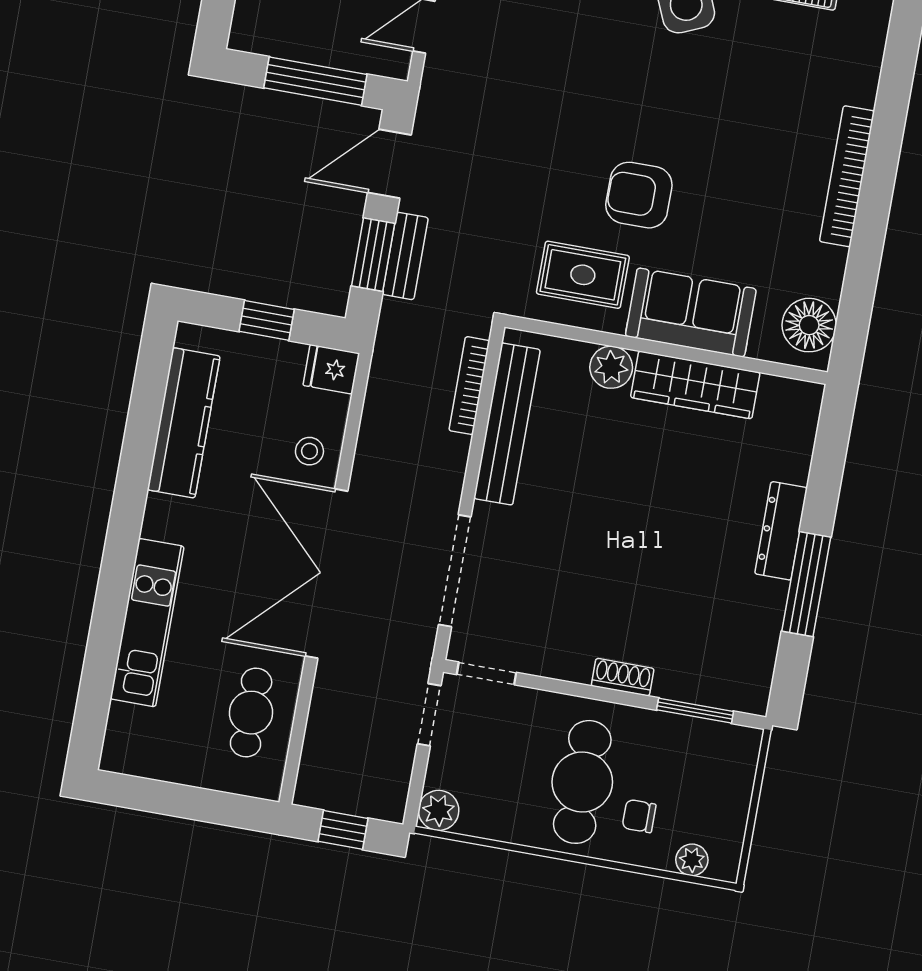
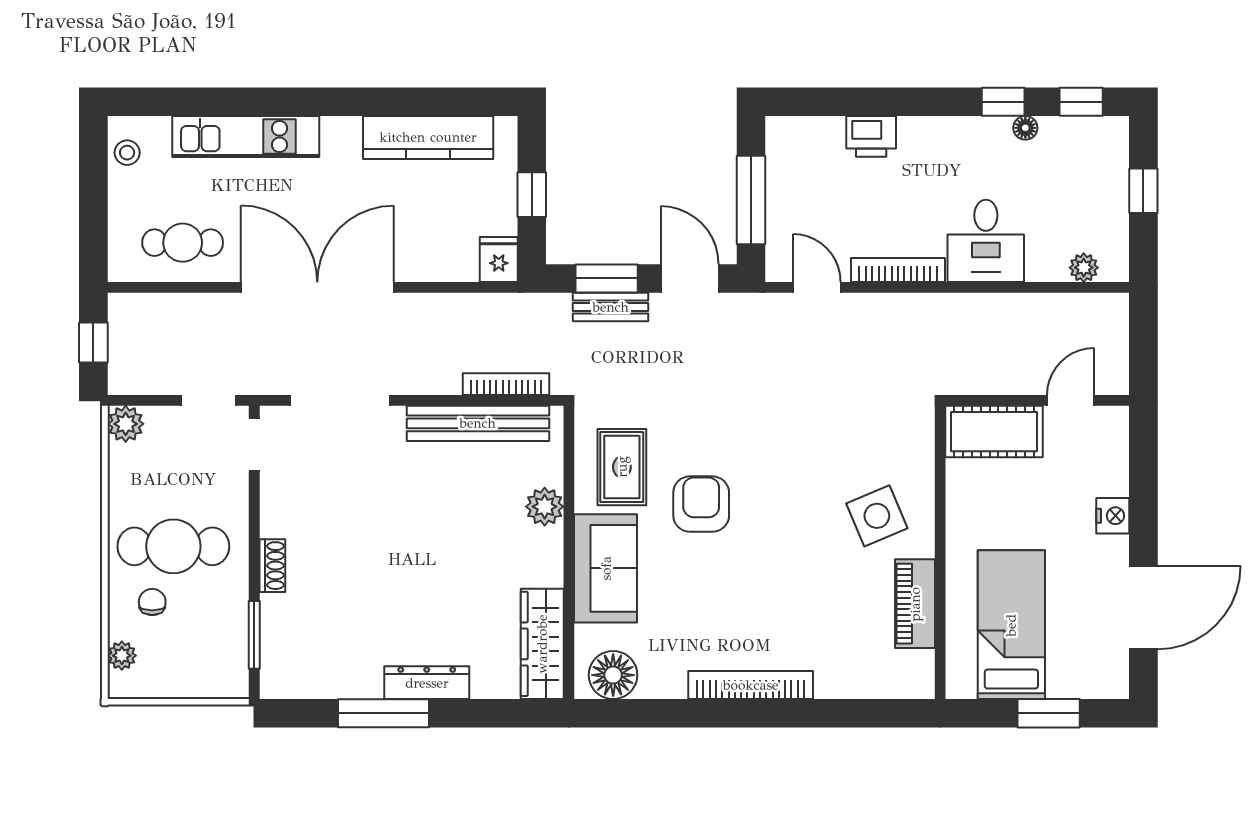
wardrobe: (695, 385) -> (542, 644), moved
stool: (309, 451) -> (127, 153), moved

